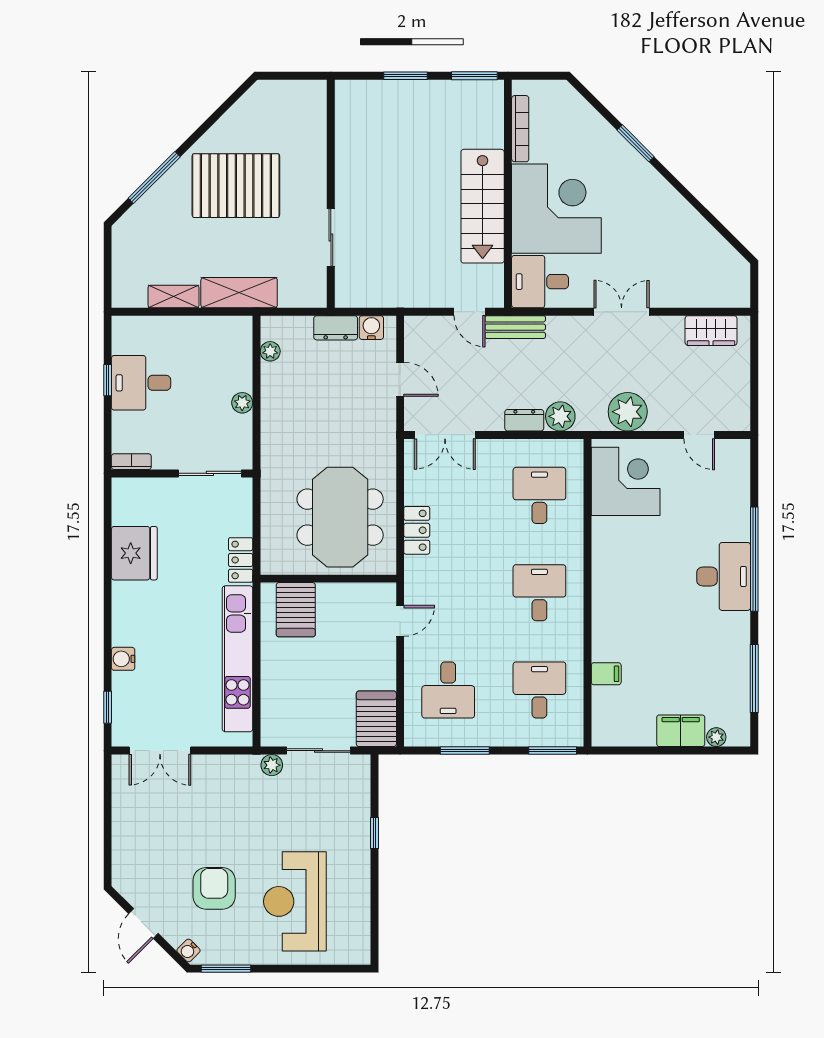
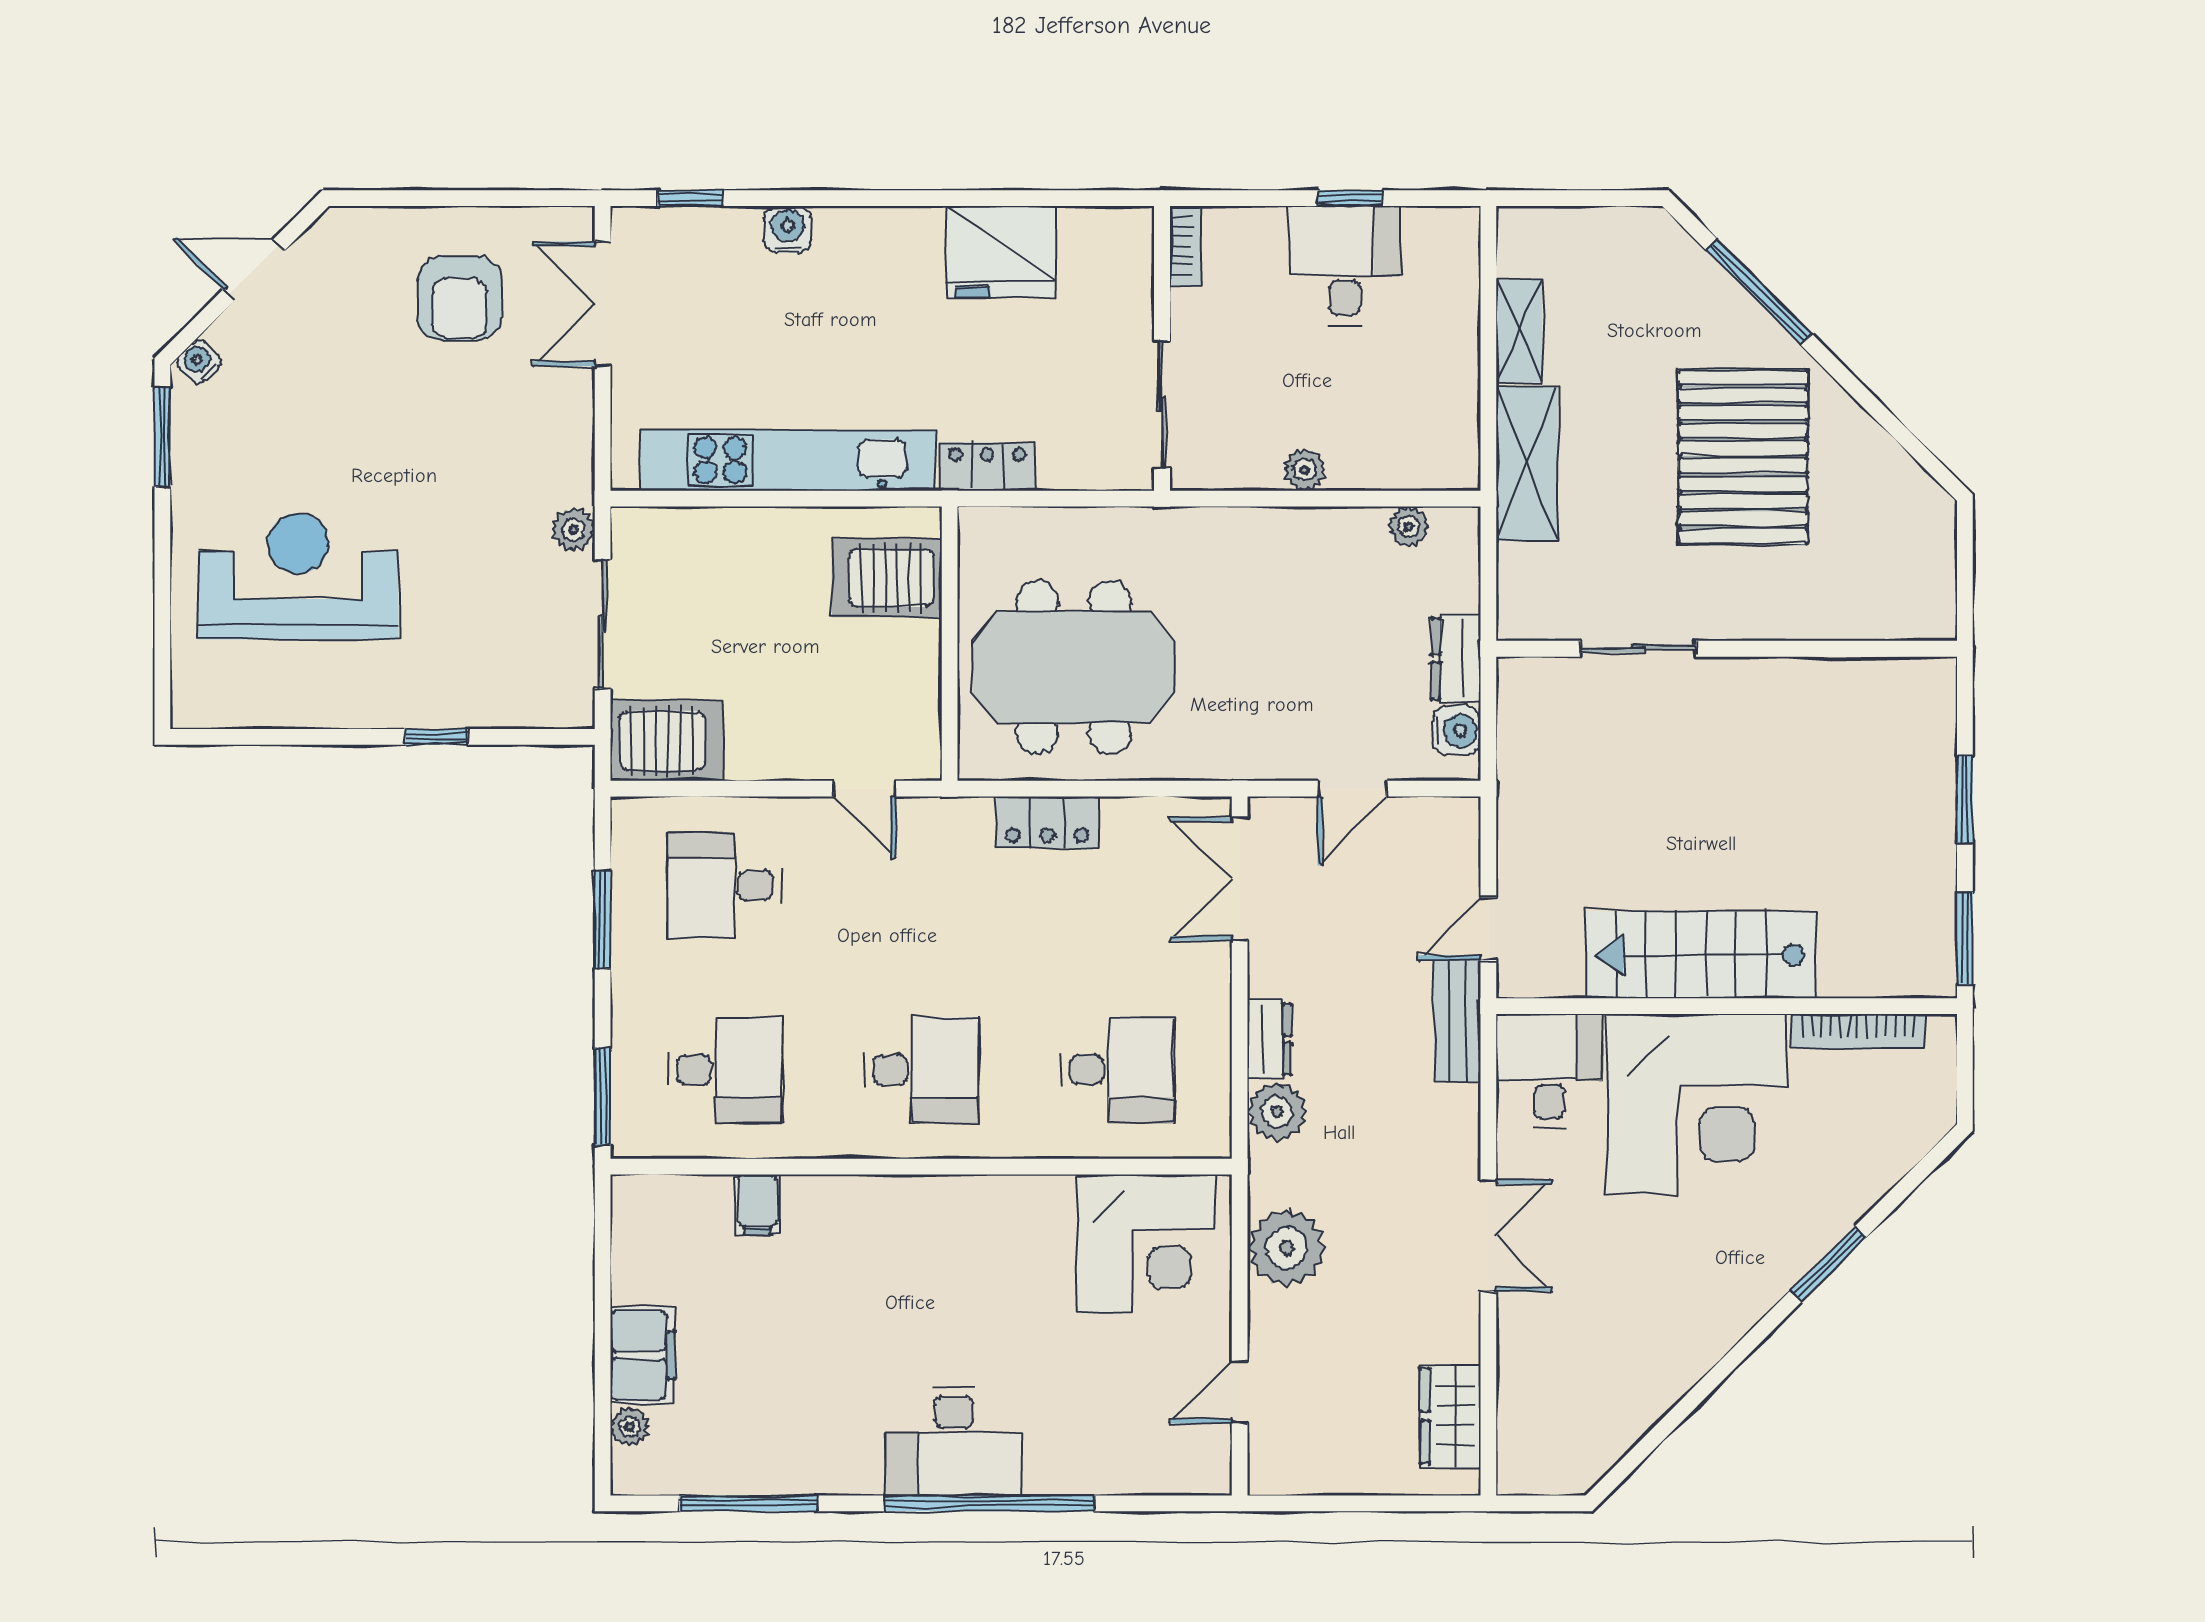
armchair: (214, 888) -> (459, 298), moved, turned 90

